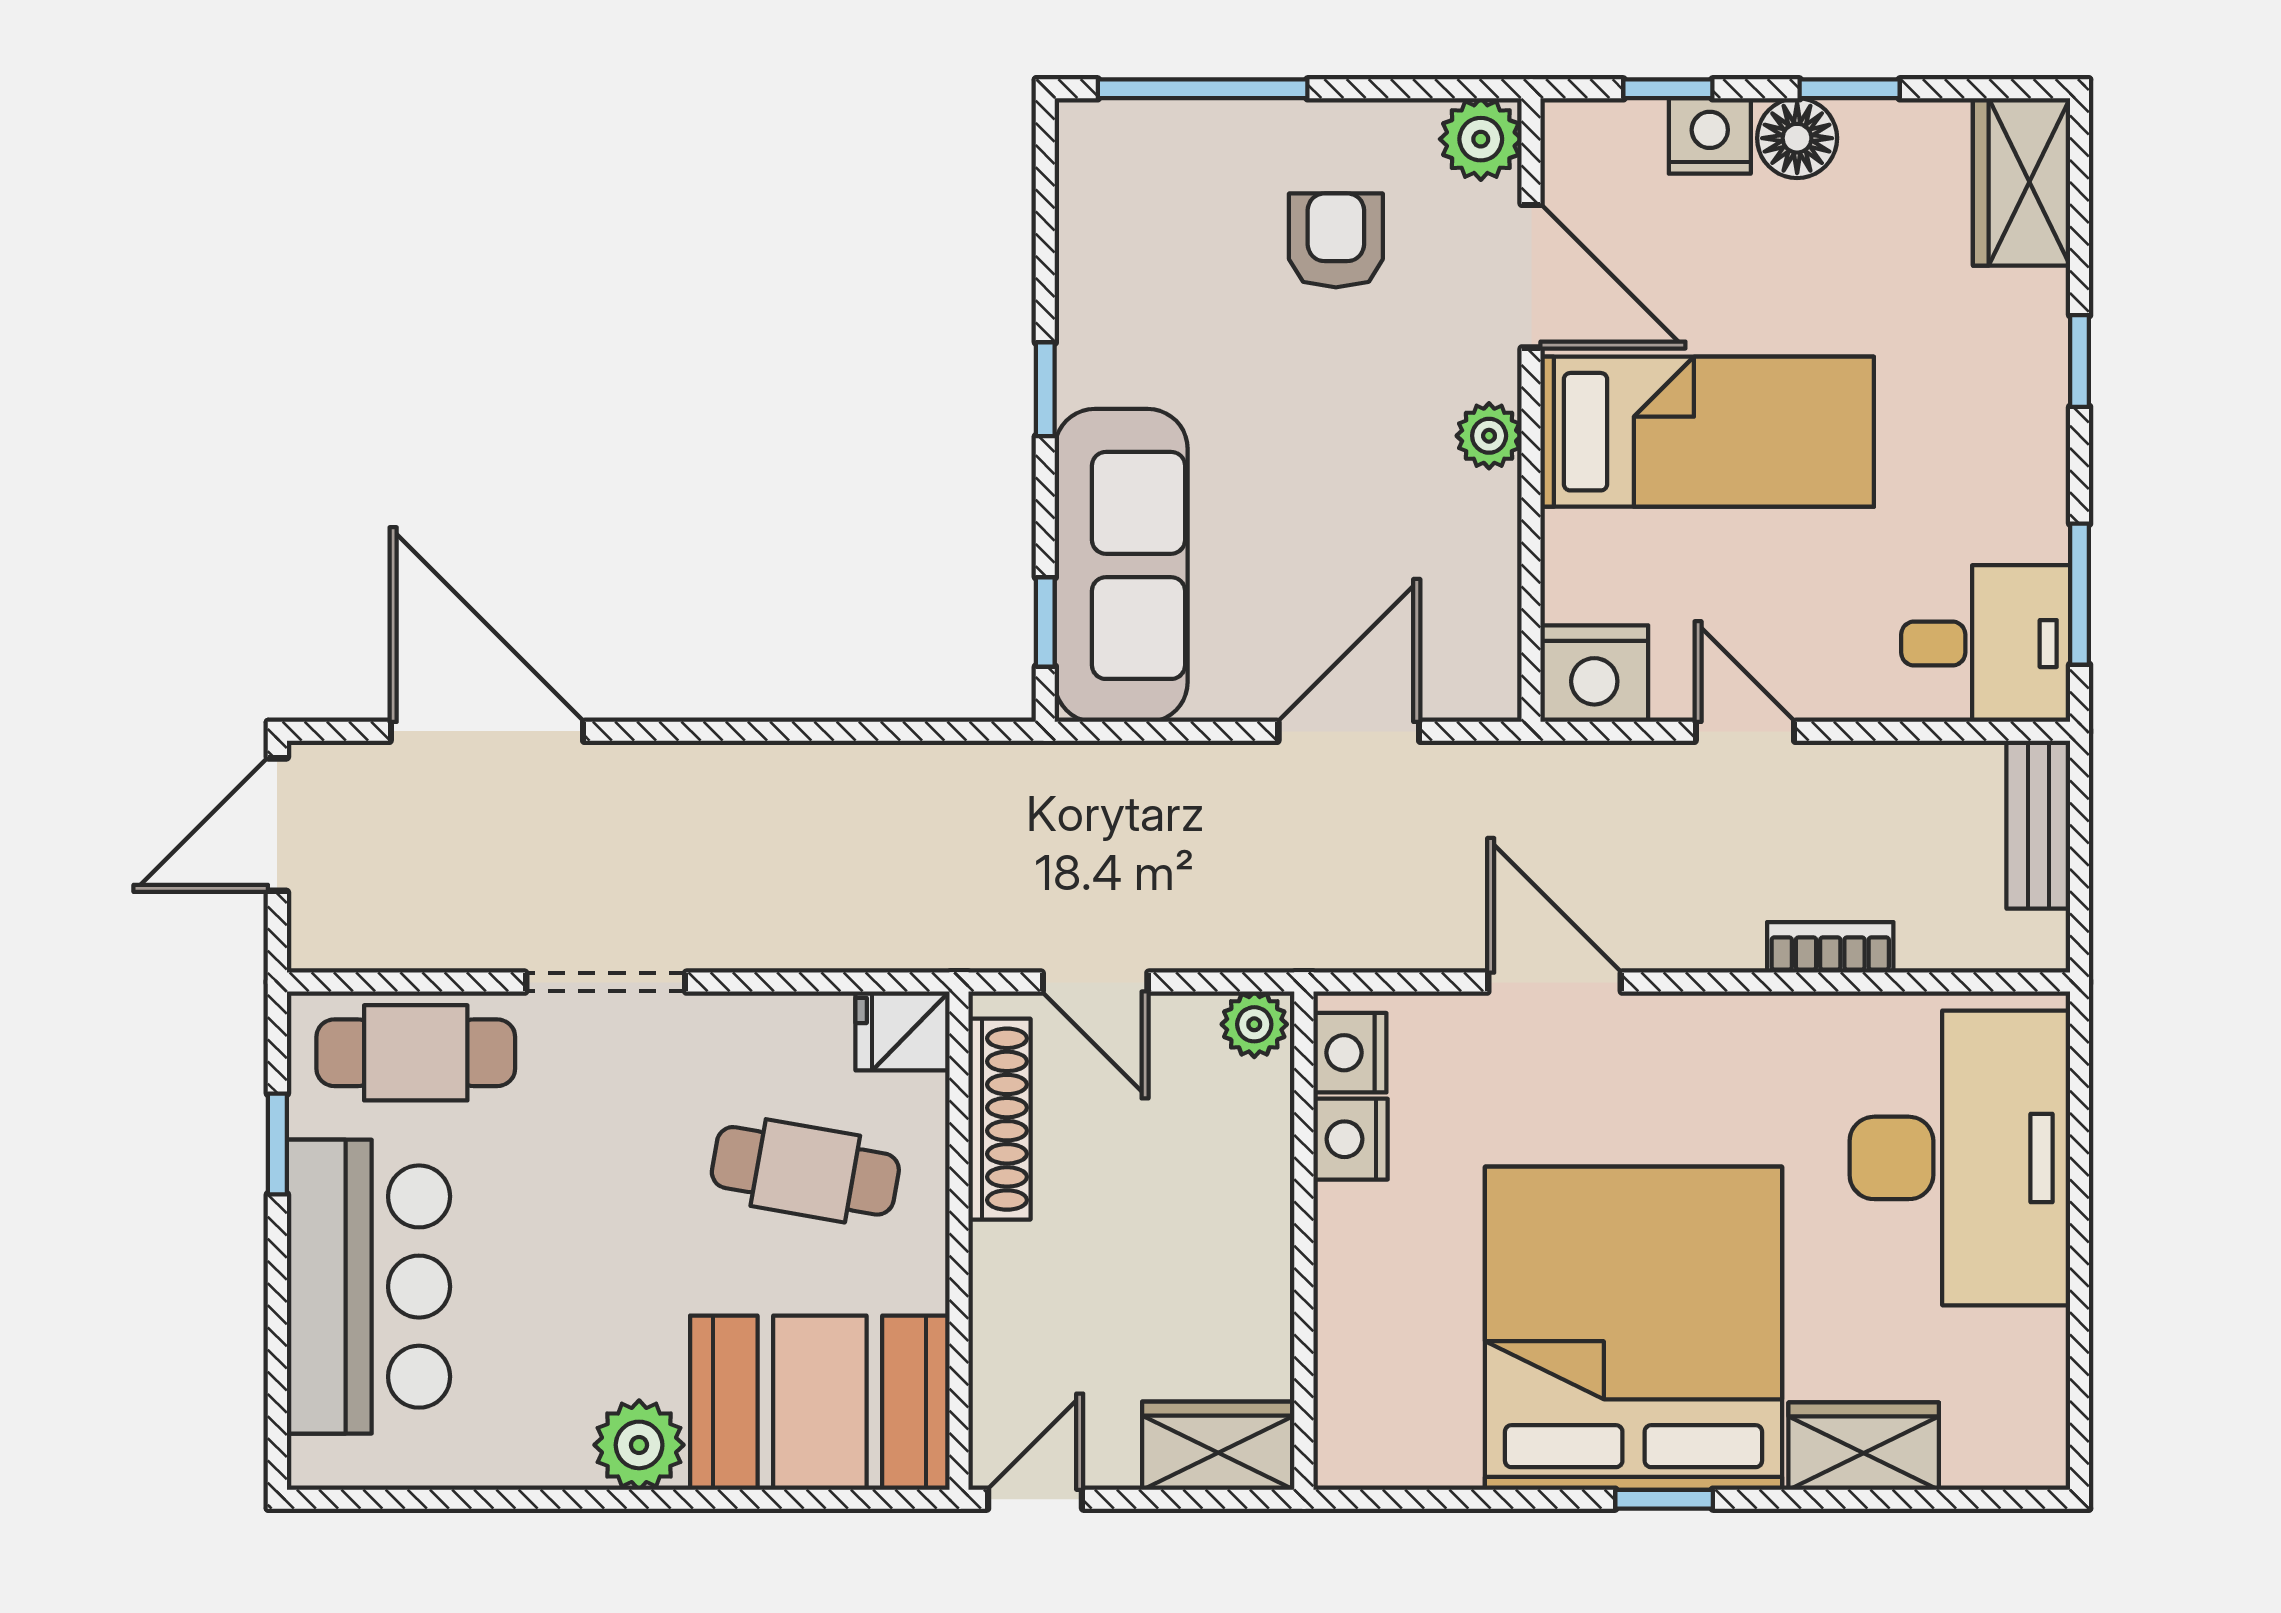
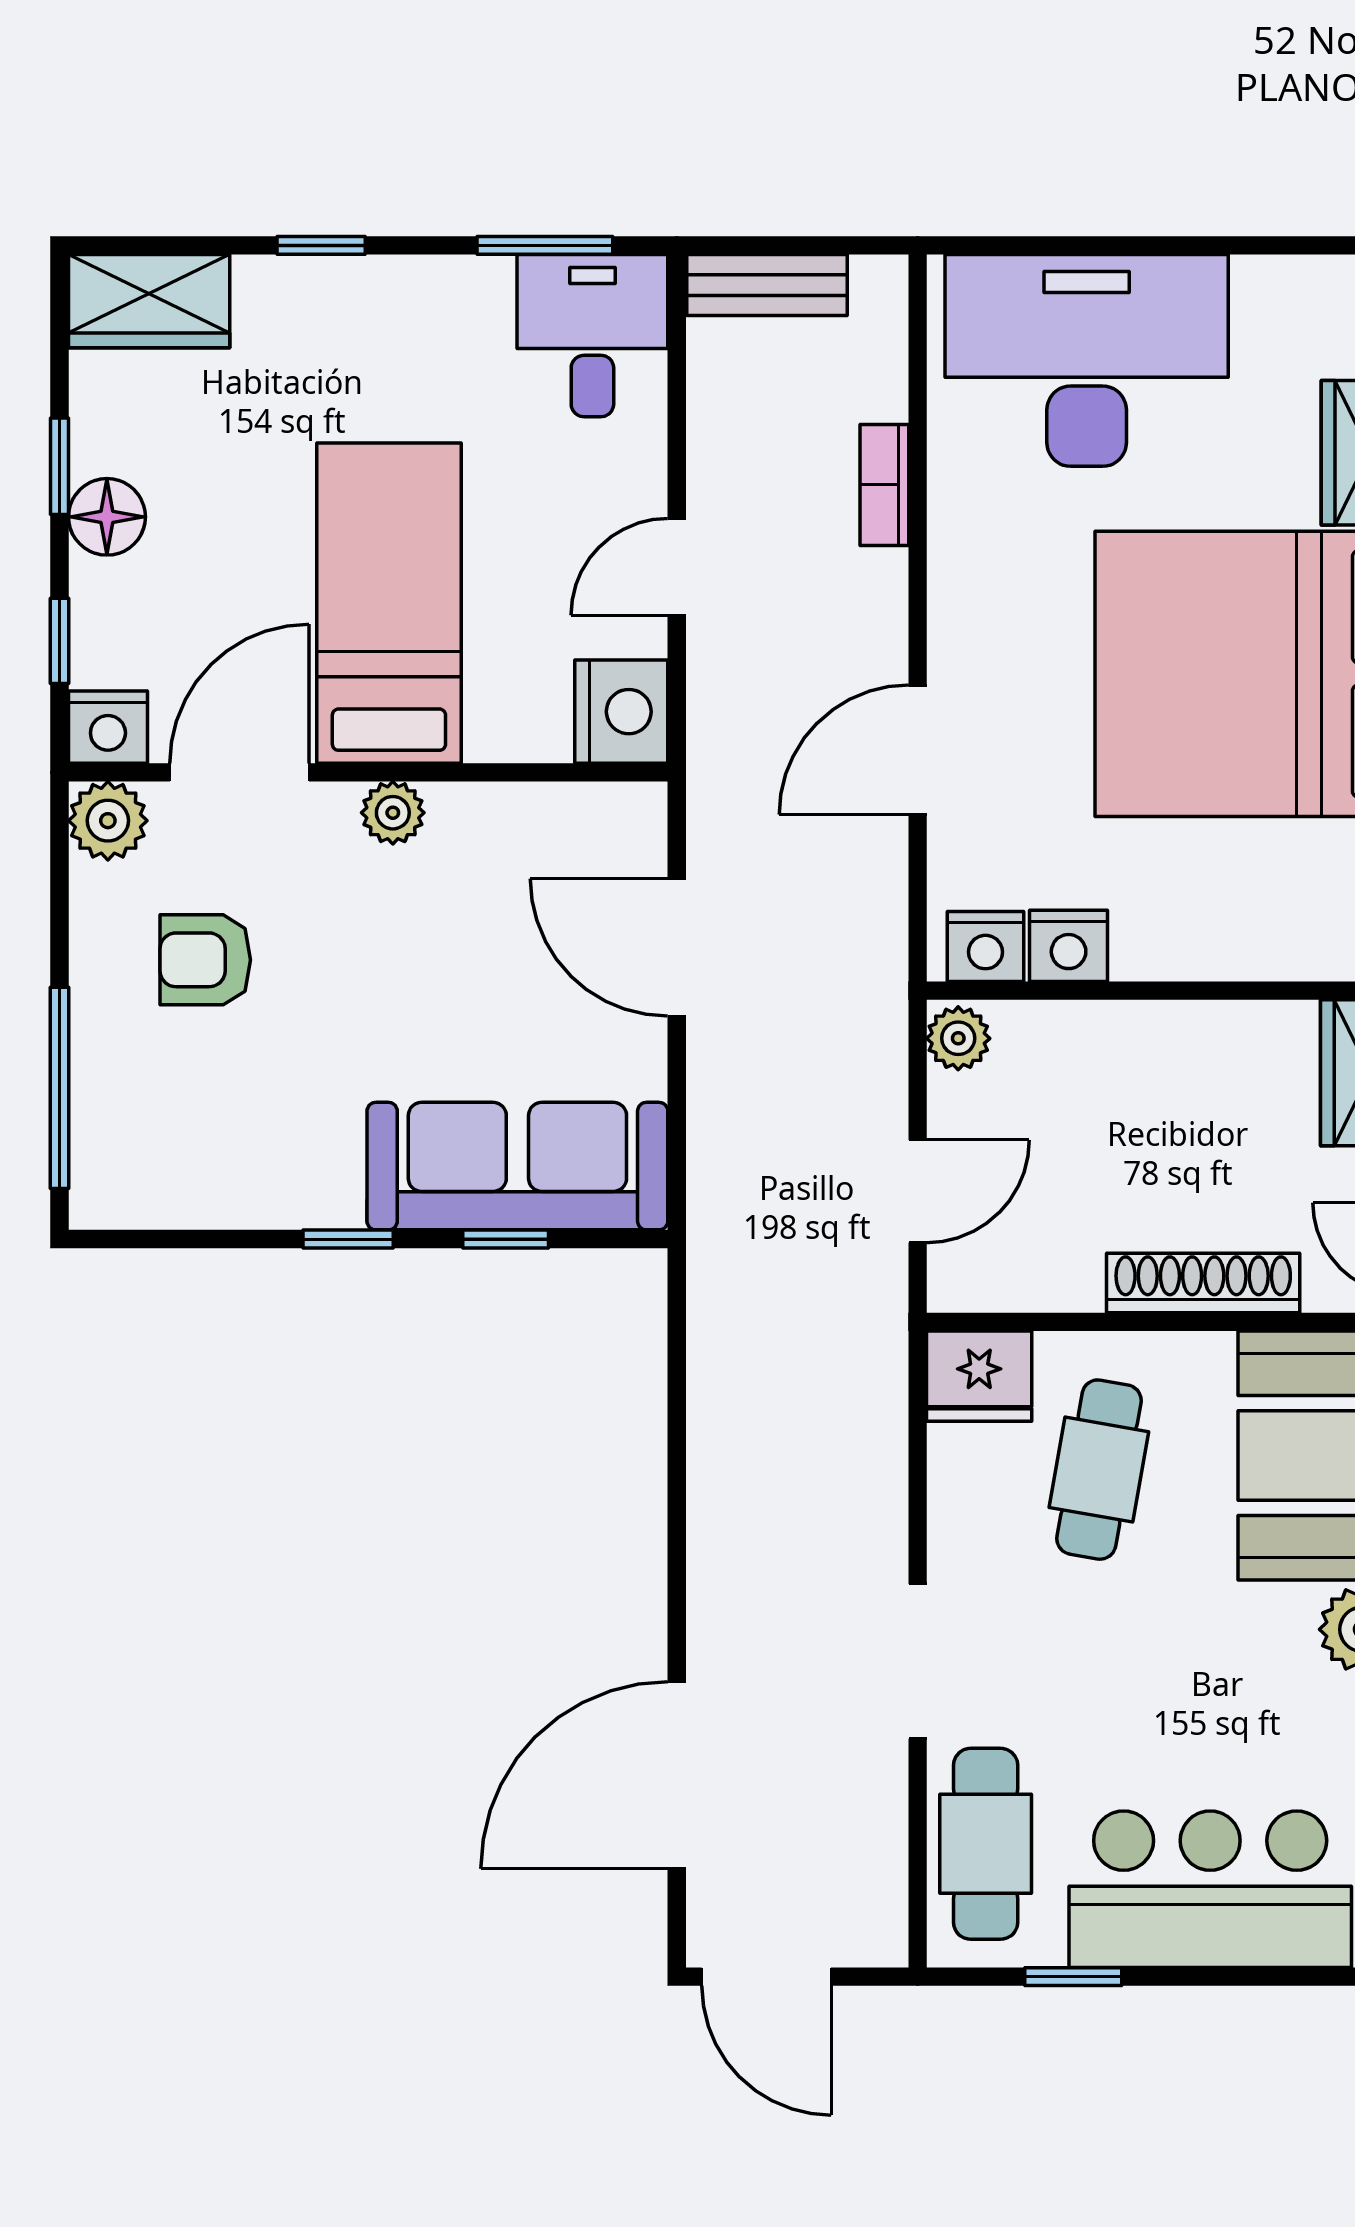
nightstand: (1710, 136) -> (108, 727), moved, turned -90
window: (1045, 622) -> (506, 1239), moved
fridge: (903, 1031) -> (979, 1376), width x1.38
shoe rack: (1000, 1119) -> (1203, 1283), moved

